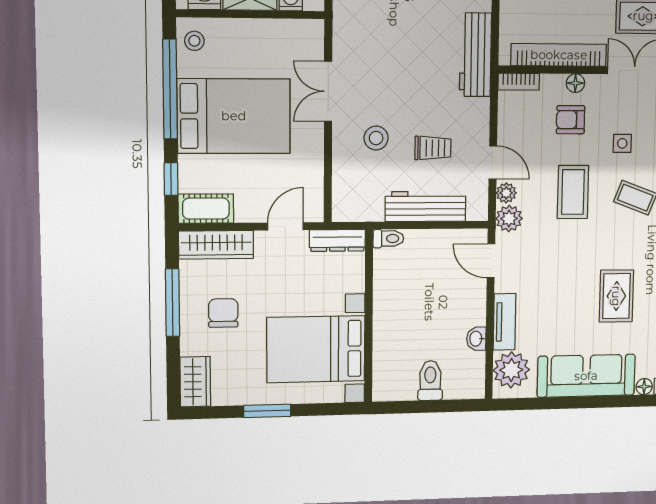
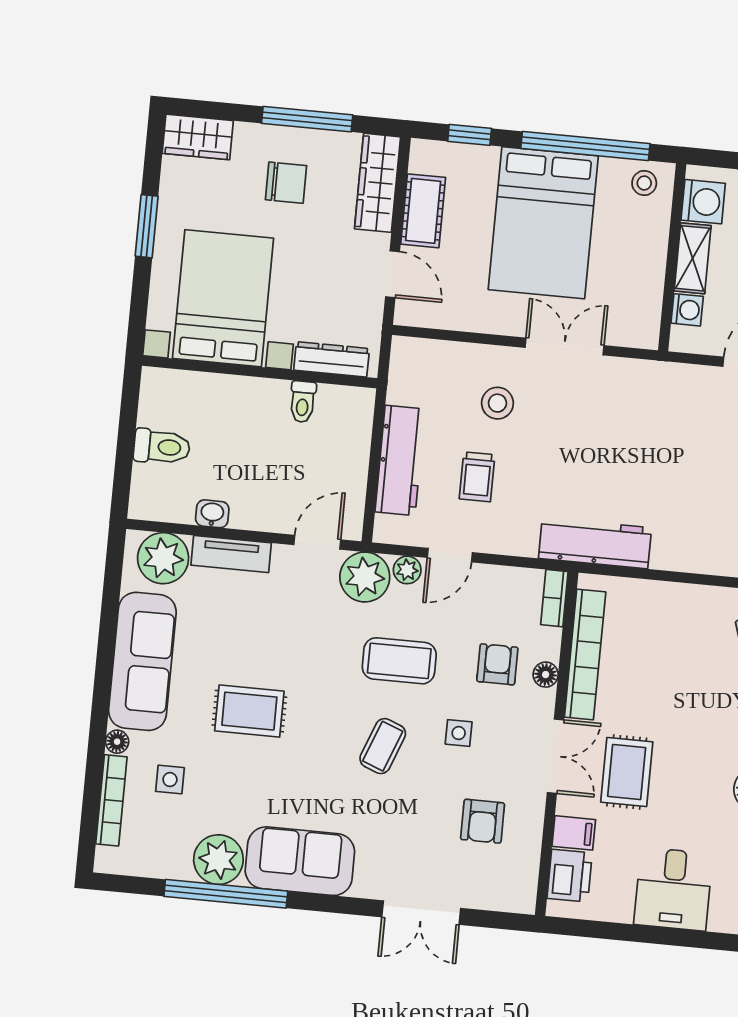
cot: (206, 209) -> (423, 211), moved
plant: (509, 219) -> (365, 577), width x1.36, depth x1.36
toilet: (388, 239) -> (303, 402), moved
dresser: (337, 240) -> (332, 359), moved, turned 90

